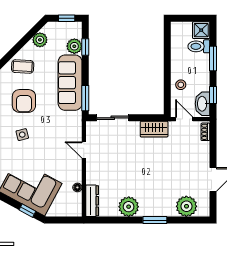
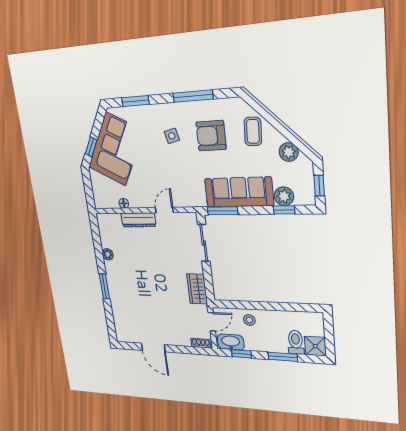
dresser: (92, 201) -> (138, 220), moved
plant: (186, 206) -> (123, 319), removed
plant: (129, 207) -> (108, 254), width x0.53, depth x0.53

